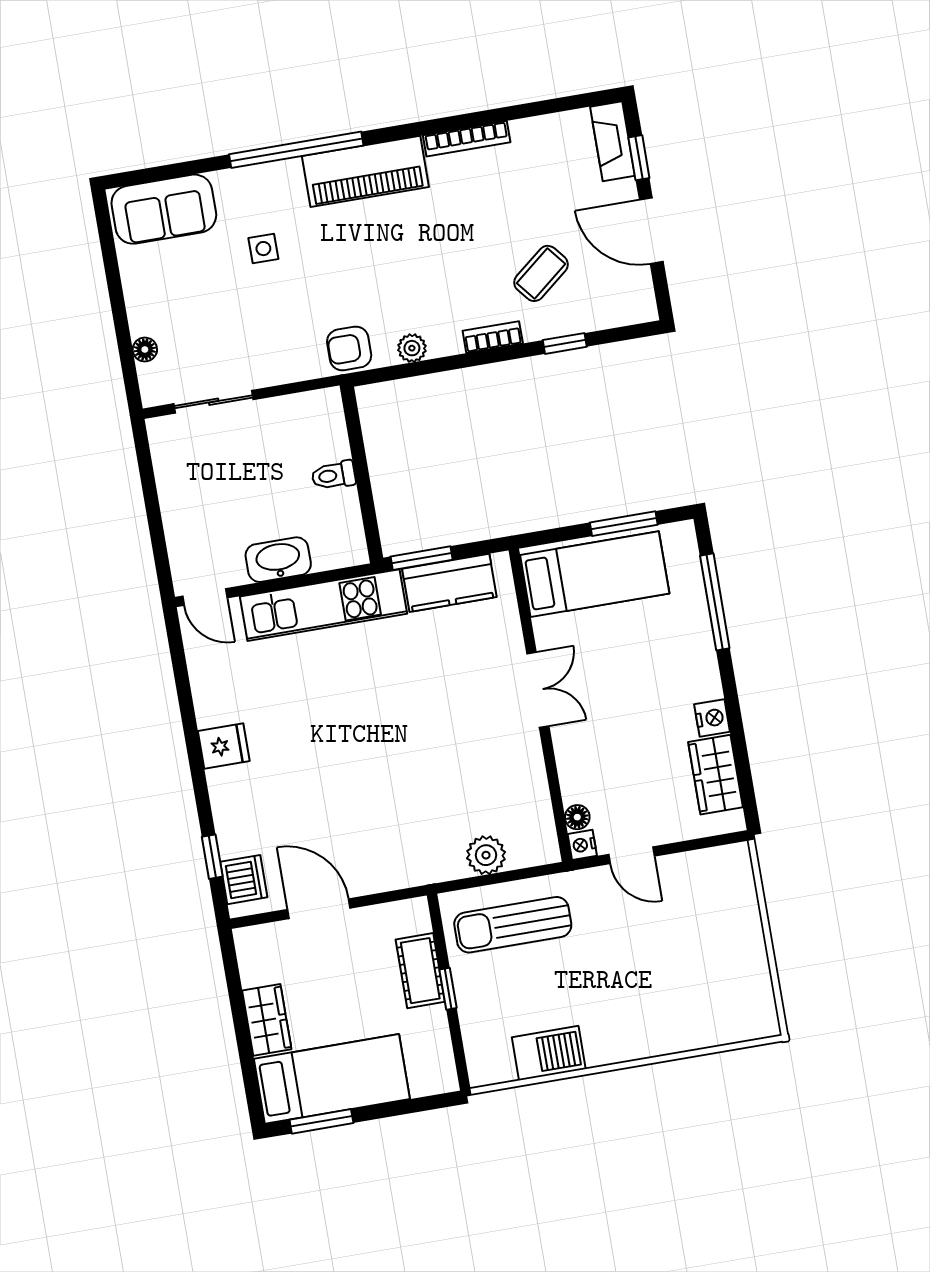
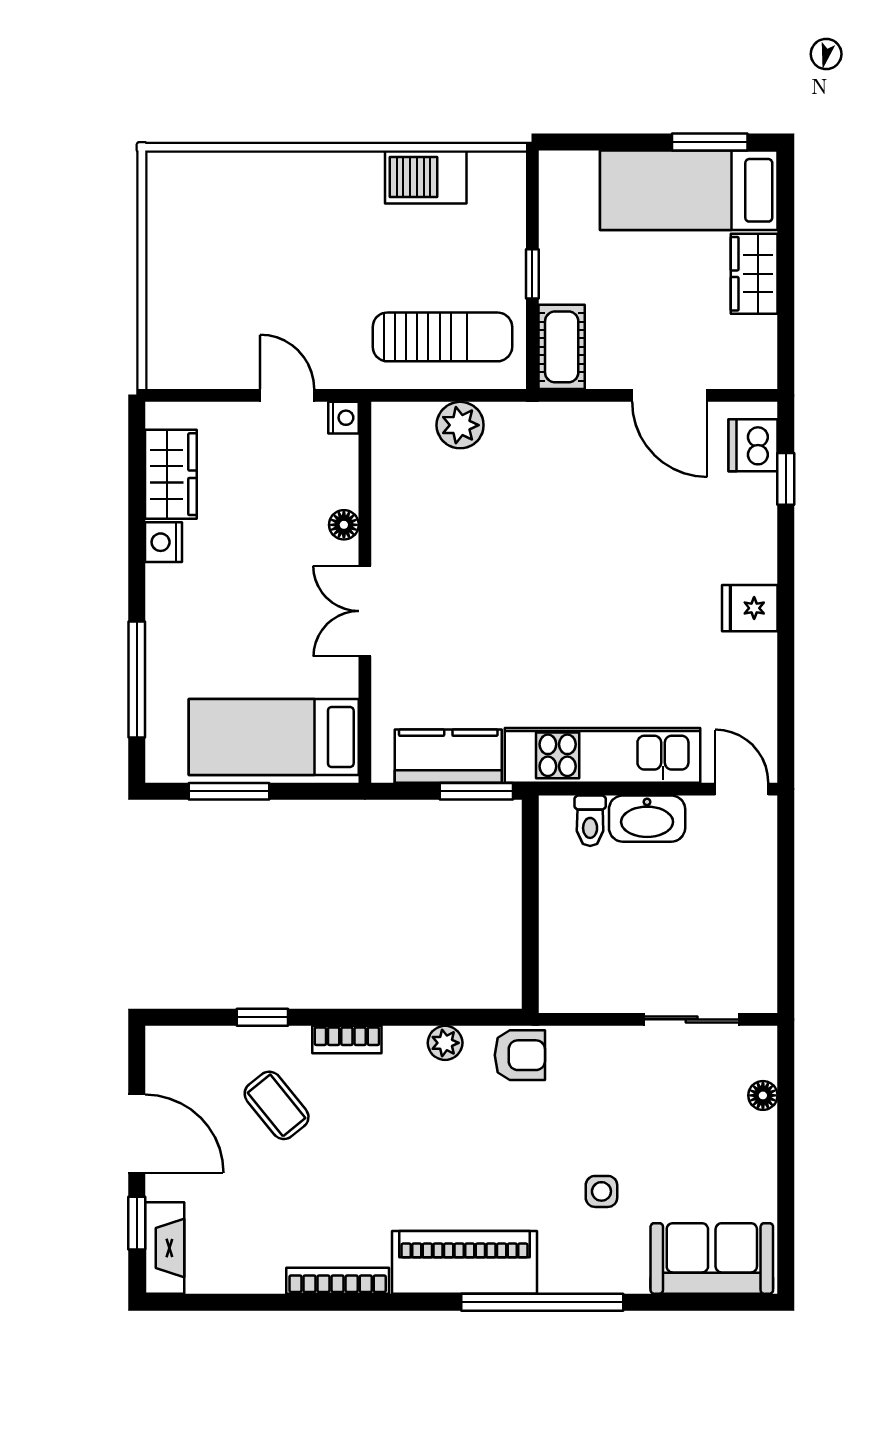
coffee table: (541, 273) -> (277, 1105), turned 90
toilet: (334, 475) -> (590, 821), moved, turned 90
floor lamp: (577, 817) -> (344, 525), moved
cot: (420, 971) -> (562, 347), moved

